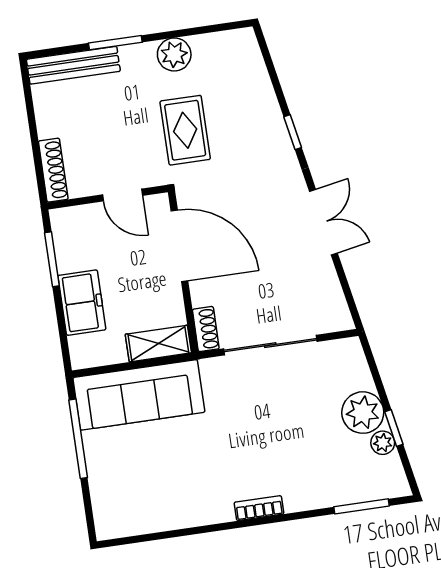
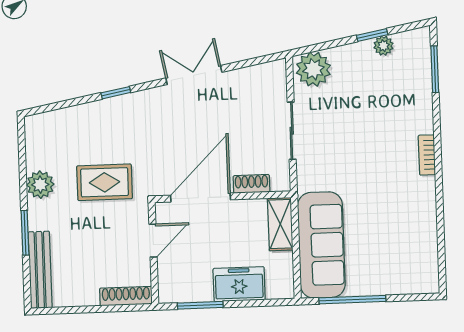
shoe rack: (206, 329) -> (251, 184), moved
sliding door: (270, 345) -> (292, 131), width x0.73
plant: (363, 413) -> (313, 69), moved

